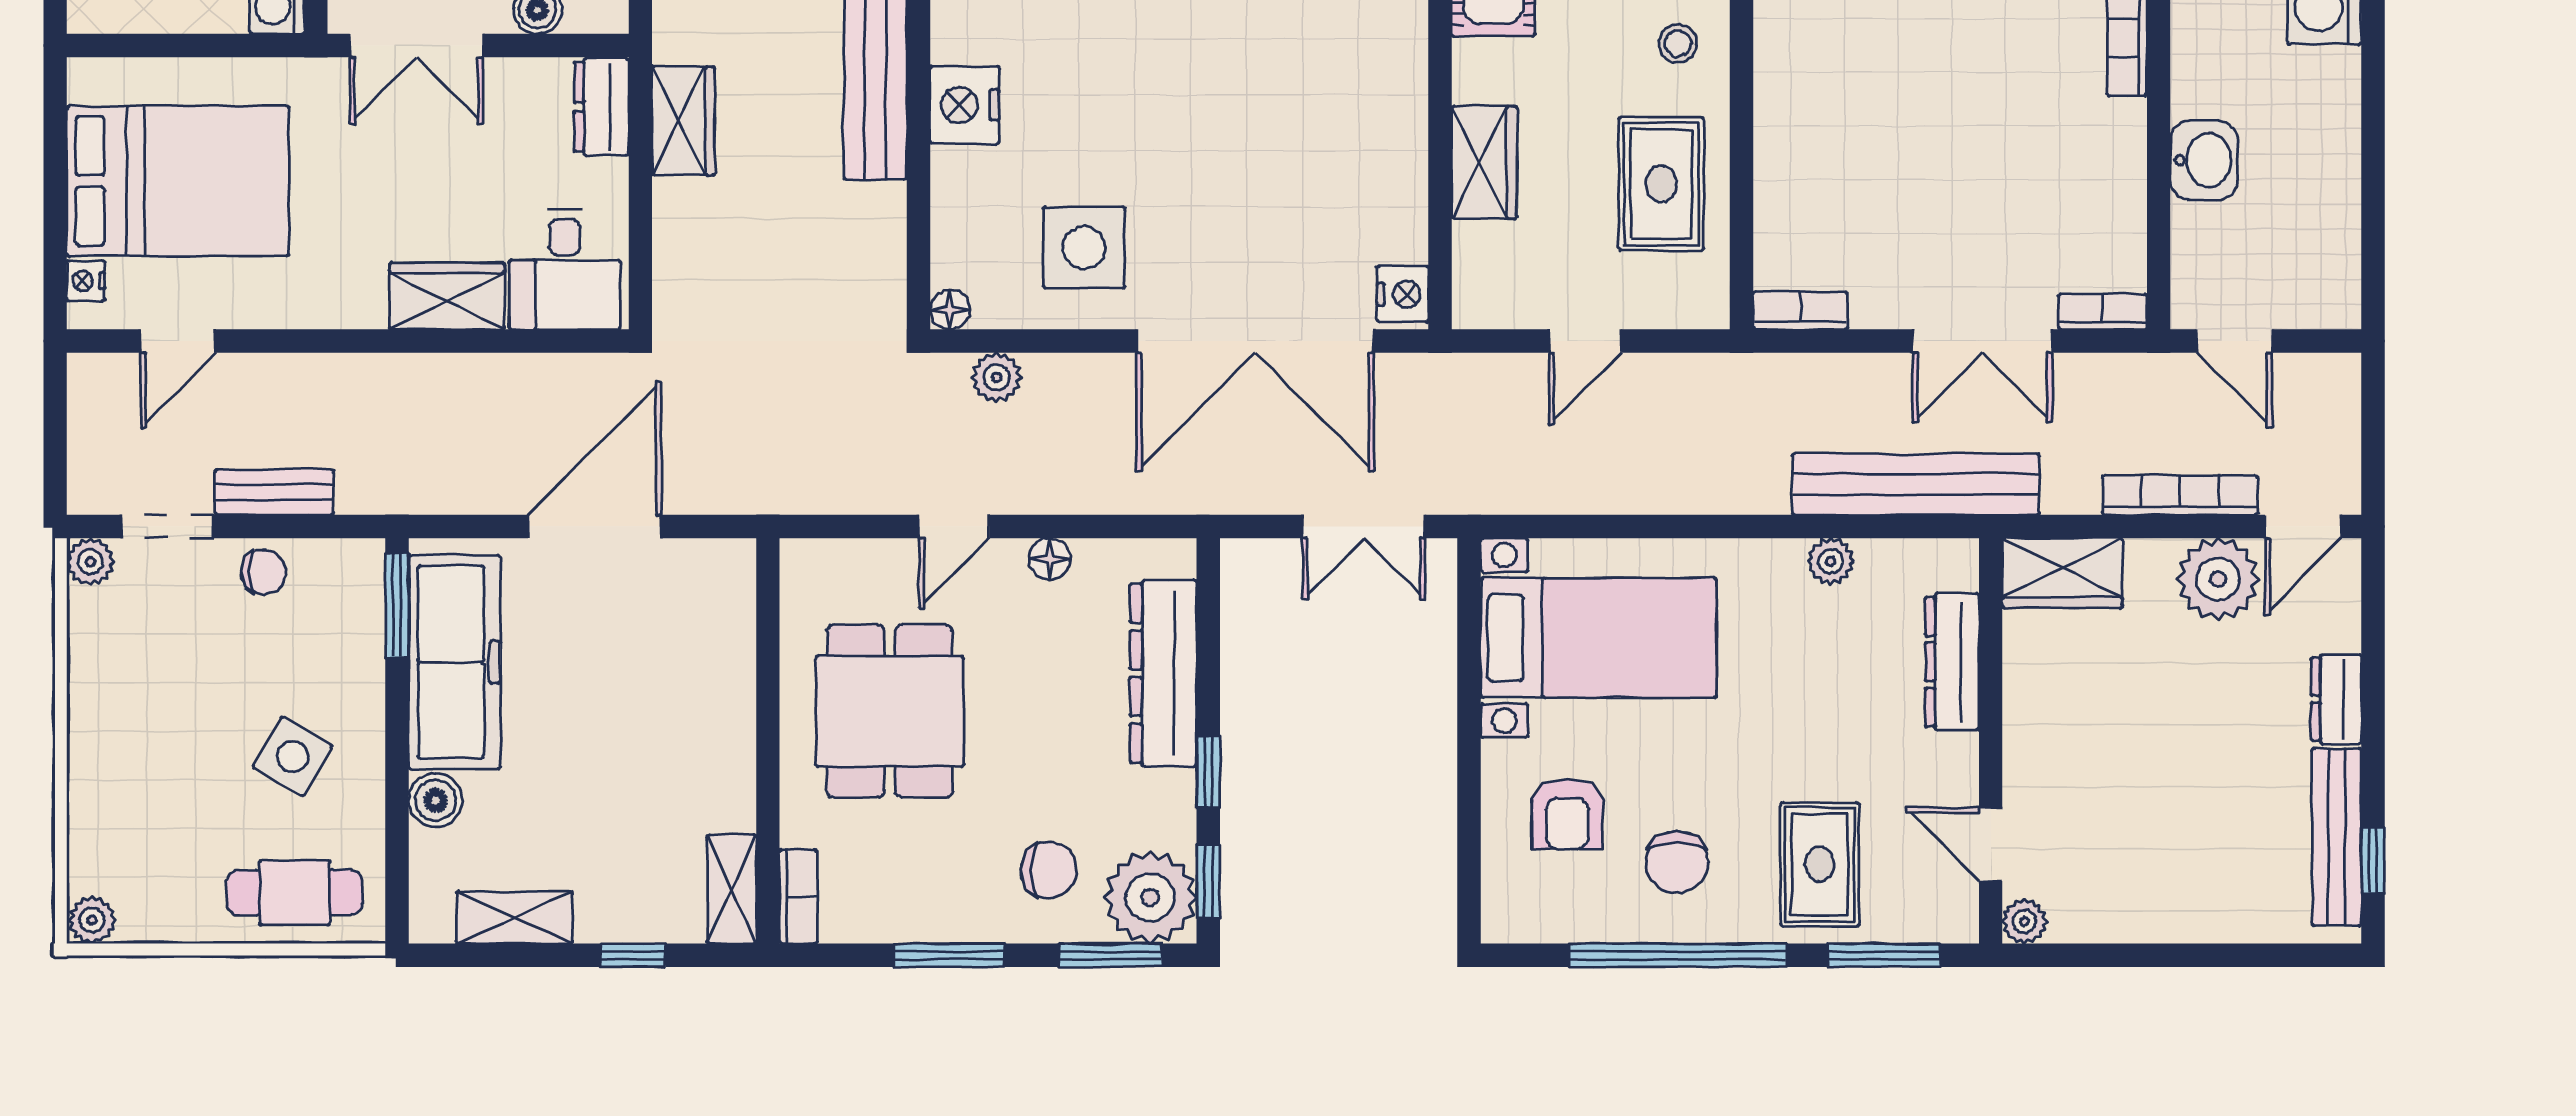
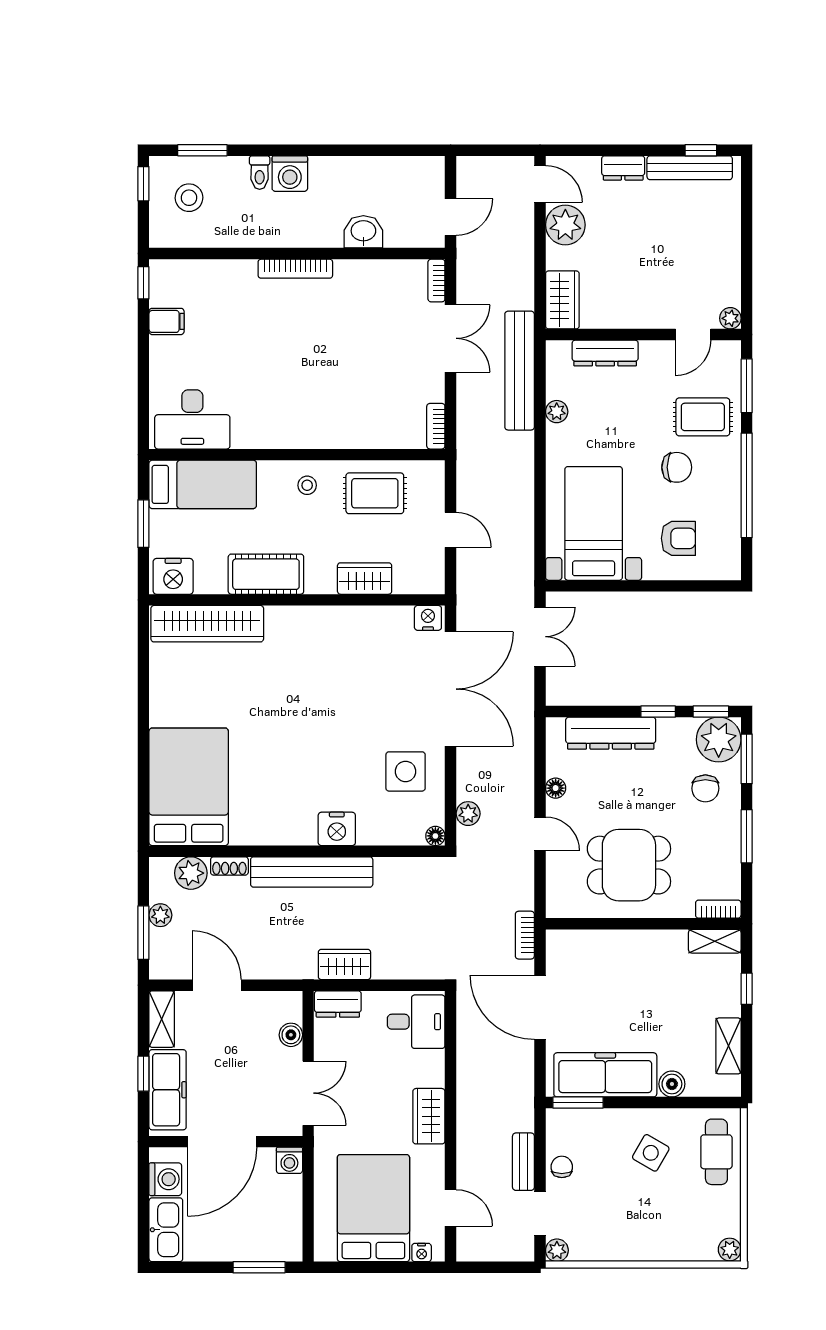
wardrobe: (447, 296) -> (429, 1116), moved
bookcase: (2180, 495) -> (525, 935), moved, width x0.64
chair: (1677, 862) -> (677, 467), moved
chair: (1049, 870) -> (705, 788), turned 180

